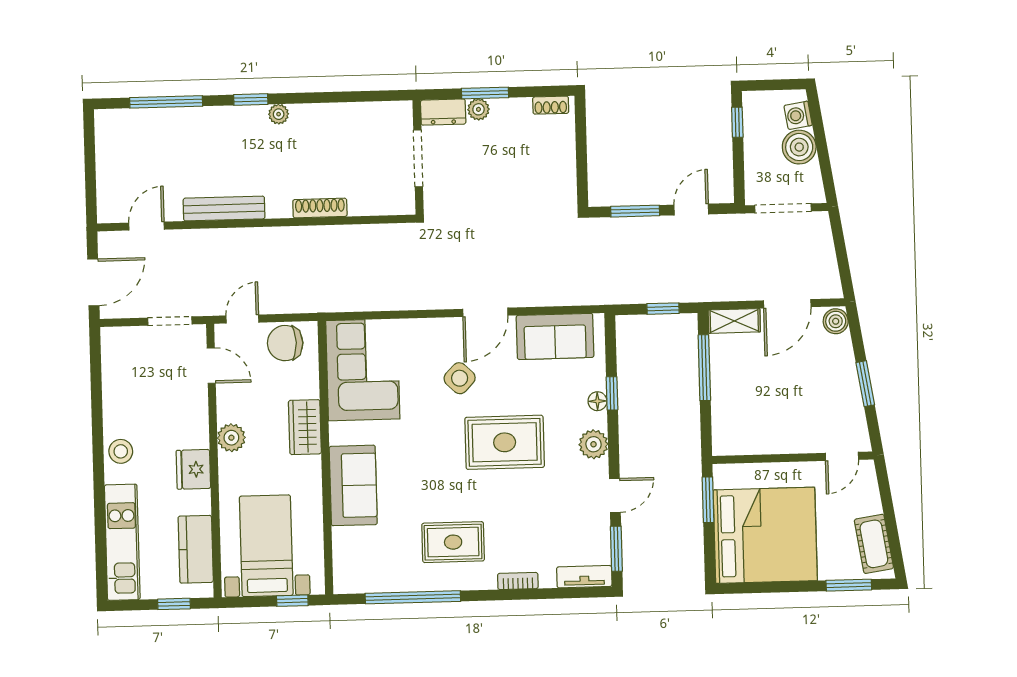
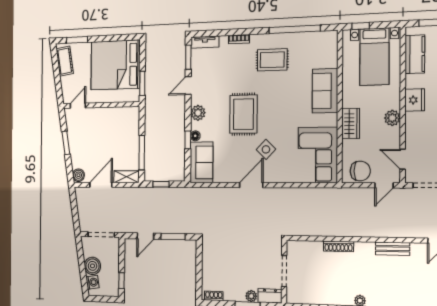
bench: (224, 208) -> (393, 249), width x0.73
sofa: (555, 336) -> (201, 162), moved, turned 90
rug: (505, 442) -> (243, 114), turned 90

